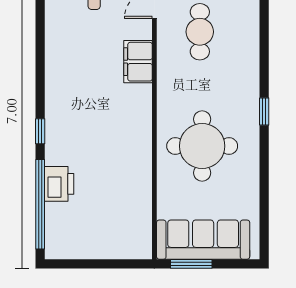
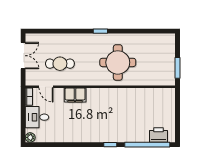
printer: (59, 184) -> (158, 135), moved
sofa: (203, 240) -> (165, 62), removed

